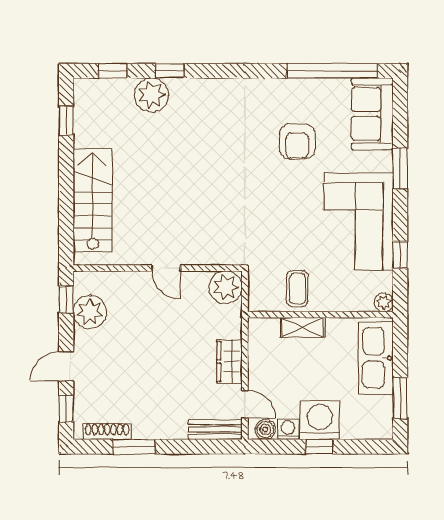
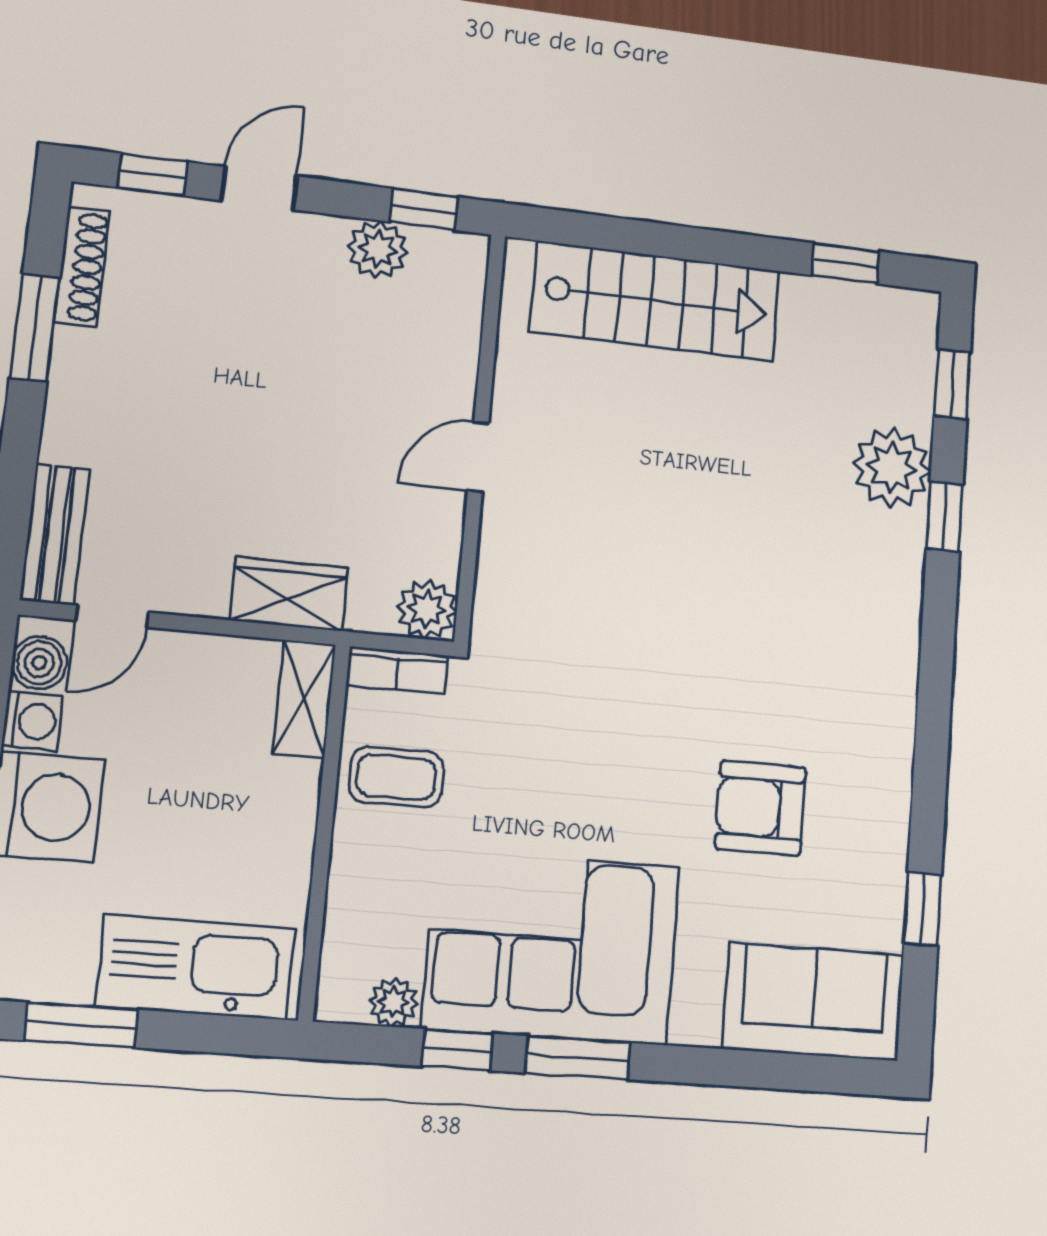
window: (332, 71) -> (923, 909), width x0.32
window: (400, 169) -> (578, 1058), moved
plant: (226, 287) -> (427, 609), width x0.73, depth x0.73
bookcase: (255, 292) -> (397, 670), added
plant: (384, 302) -> (393, 1002), moved
plant: (90, 312) -> (378, 250), width x0.73, depth x0.73
shelving: (303, 327) -> (304, 699), moved
wardrobe: (229, 361) -> (289, 594), moved
door: (66, 366) -> (259, 188), hinge flipped

